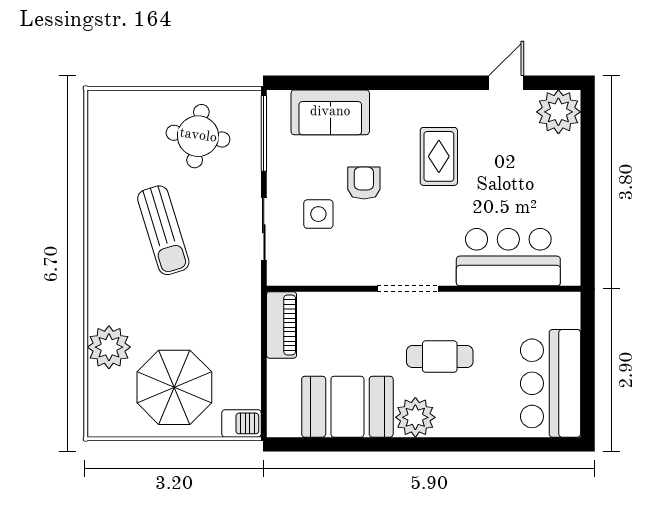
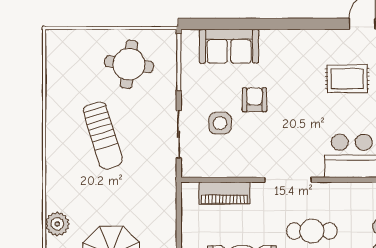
rug: (439, 156) -> (347, 79), moved, turned 90
piano: (282, 325) -> (224, 193), moved, turned 90
plant: (109, 347) -> (57, 224), width x0.73, depth x0.73

